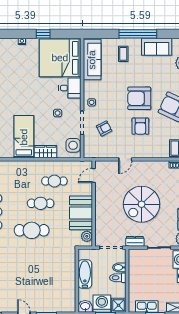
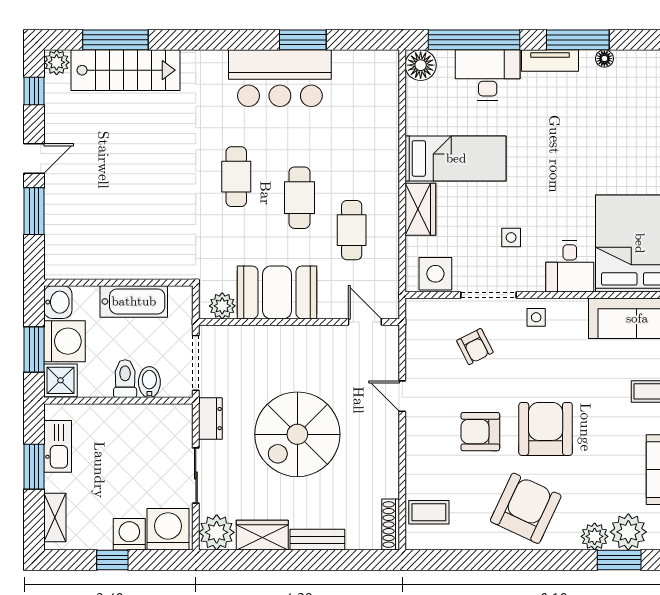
spiral stairs: (142, 204) -> (297, 434), turned -90
cafe table: (32, 230) -> (236, 177), width x0.73, depth x0.74

